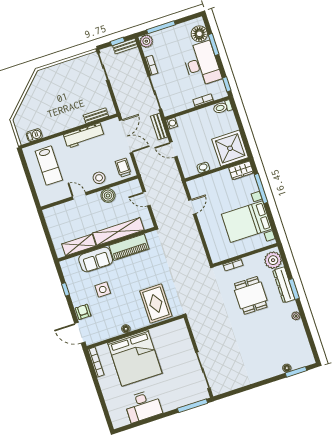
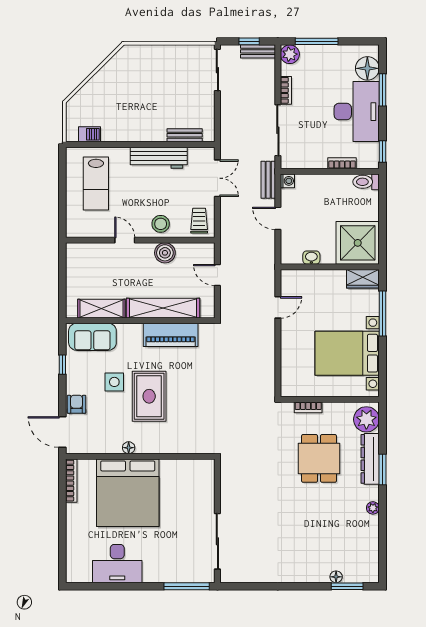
double door: (126, 136) -> (217, 178), width x0.73
sofa: (96, 260) -> (92, 337), moved
rug: (156, 303) -> (149, 396), moved

